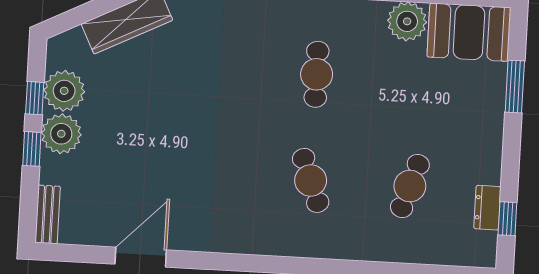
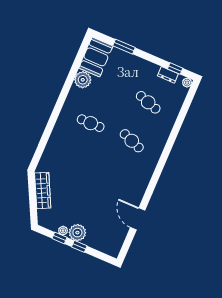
plant: (64, 91) -> (63, 231), width x0.53, depth x0.53
cafe table: (311, 180) -> (132, 141), turned 42
bench: (48, 214) -> (107, 250), removed
plant: (486, 257) -> (187, 83), added

